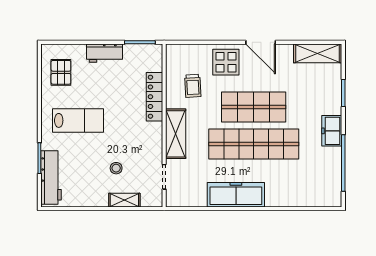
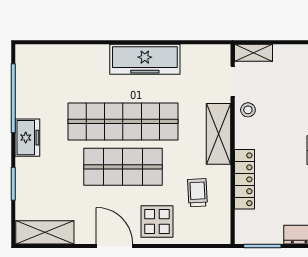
stool: (116, 168) -> (248, 110), moved
shelving: (124, 200) -> (253, 53), moved

